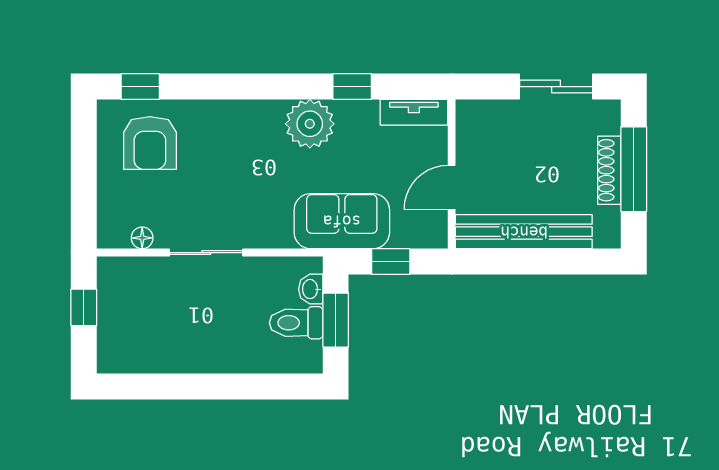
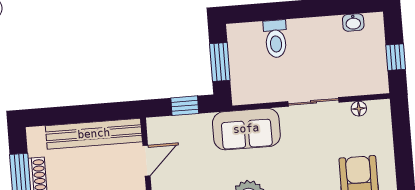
sofa: (342, 221) -> (246, 129), moved
washbasin: (311, 289) -> (353, 22), moved, turned 90
toilet: (296, 323) -> (276, 39), moved, turned 90

